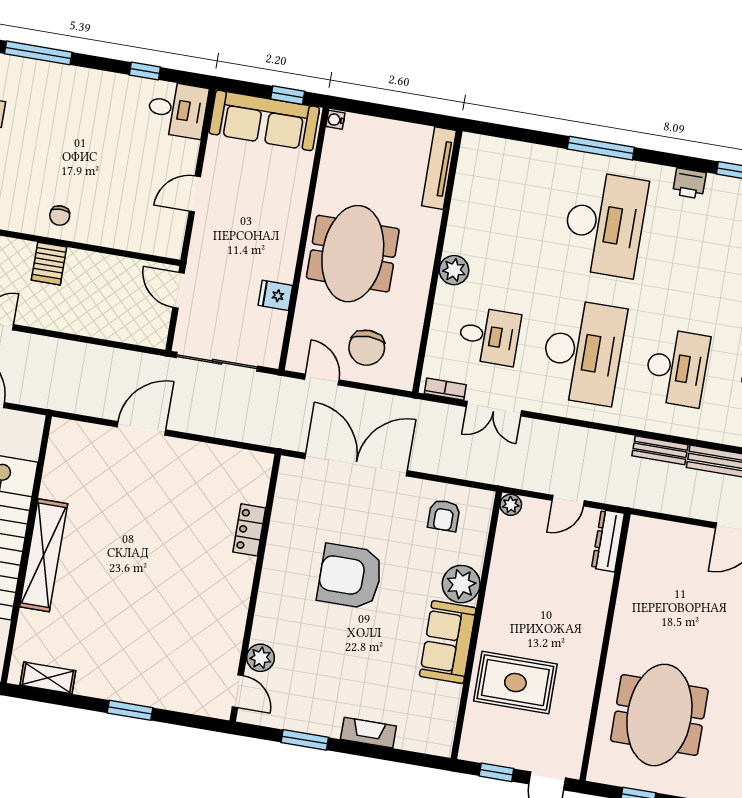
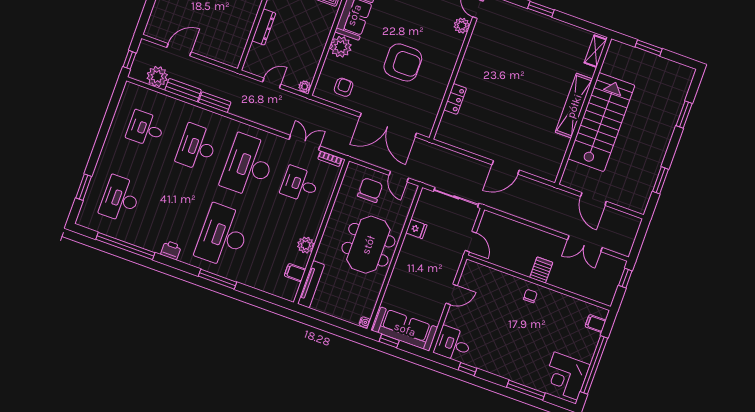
filing cabinet: (470, 183) -> (295, 273), added
plant: (454, 270) -> (306, 245), moved
dresser: (608, 541) -> (264, 27), moved
shelving: (48, 678) -> (595, 51), moved, turned 90

